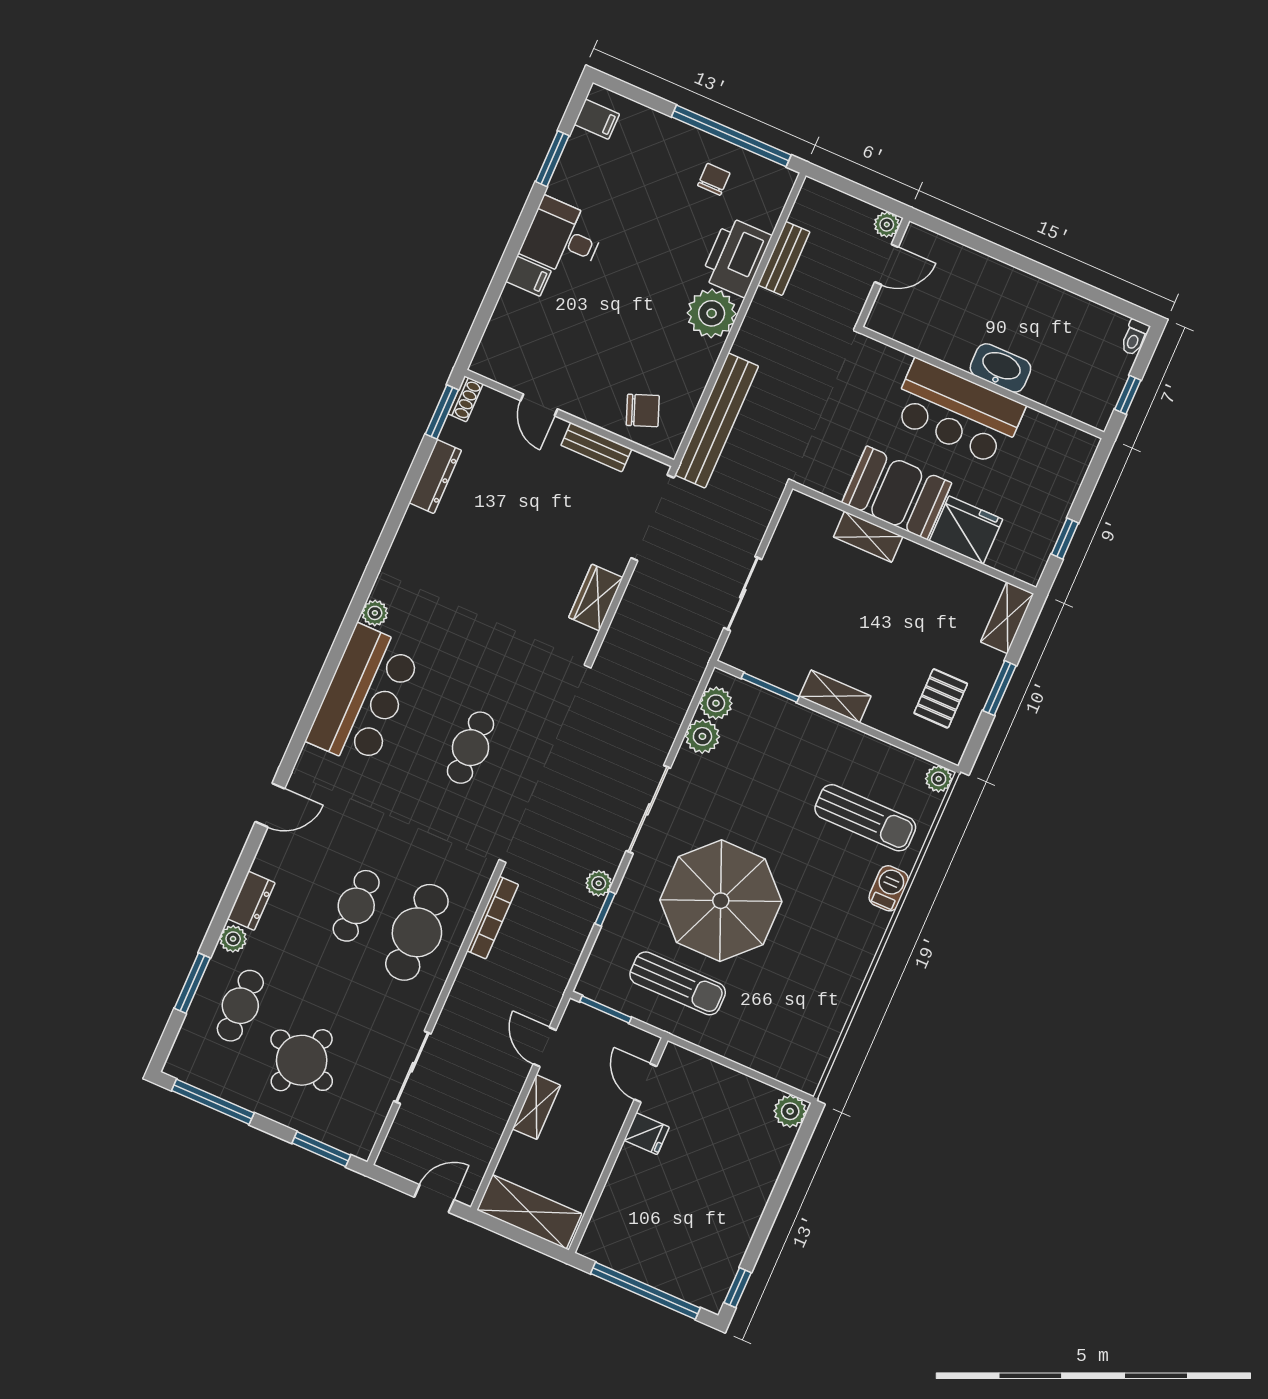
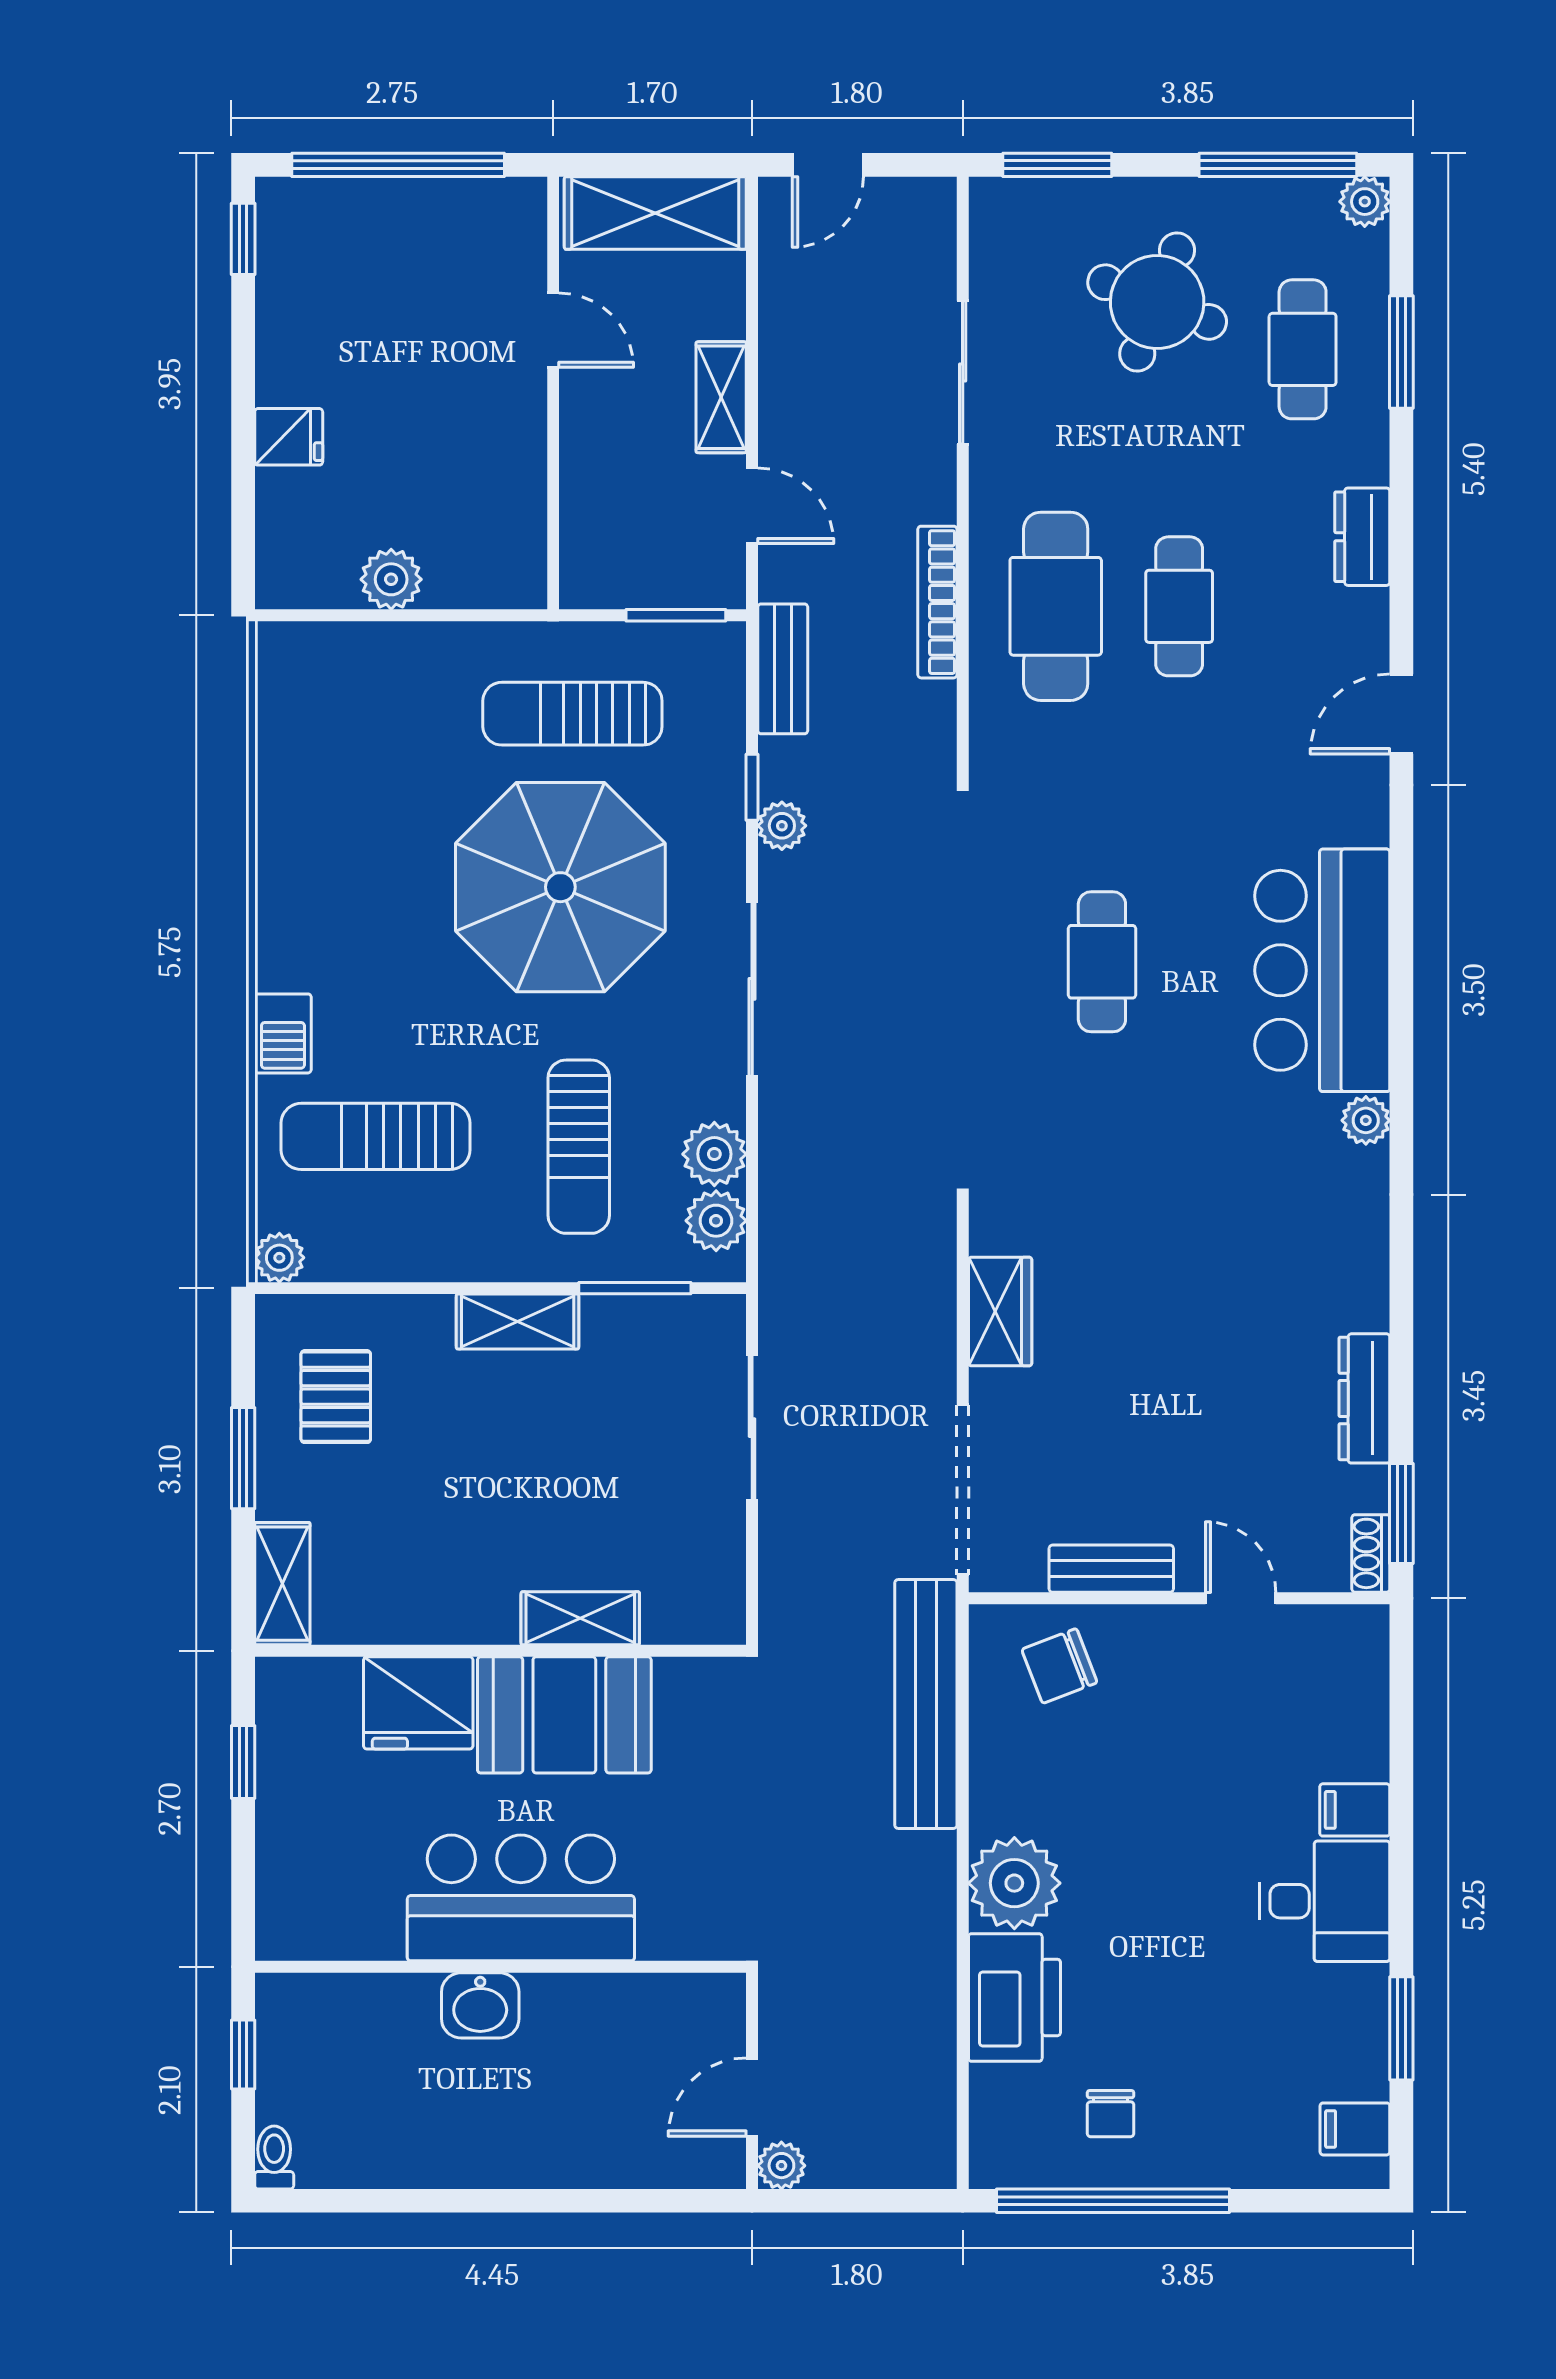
bench: (784, 258) -> (783, 669), moved
washbasin: (1000, 368) -> (480, 2005), width x0.72
sun lounger: (768, 769) -> (579, 1147), added
bookcase: (493, 918) -> (937, 602), moved
plant: (233, 939) -> (1365, 202), moved
door: (645, 1083) -> (553, 330), moved
plant: (790, 1111) -> (391, 579), moved
fridge: (647, 1134) -> (289, 437), moved, turned 180

